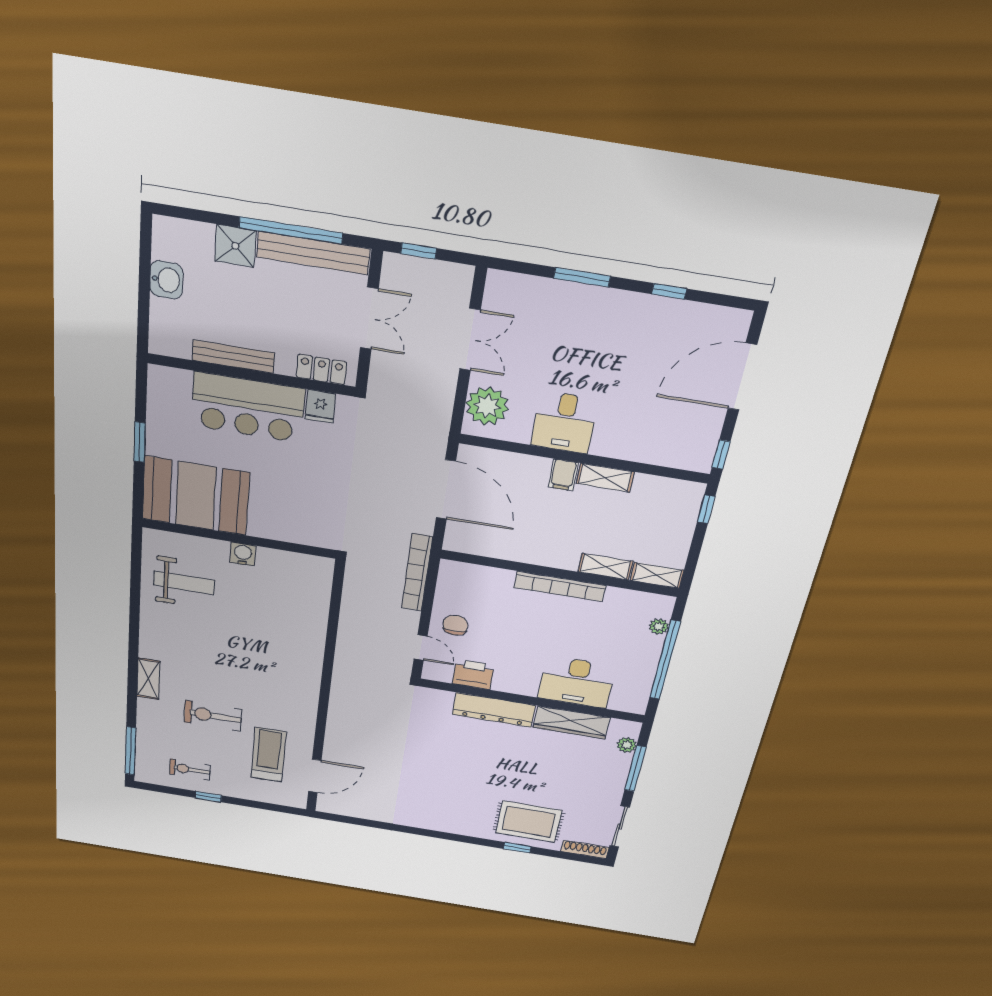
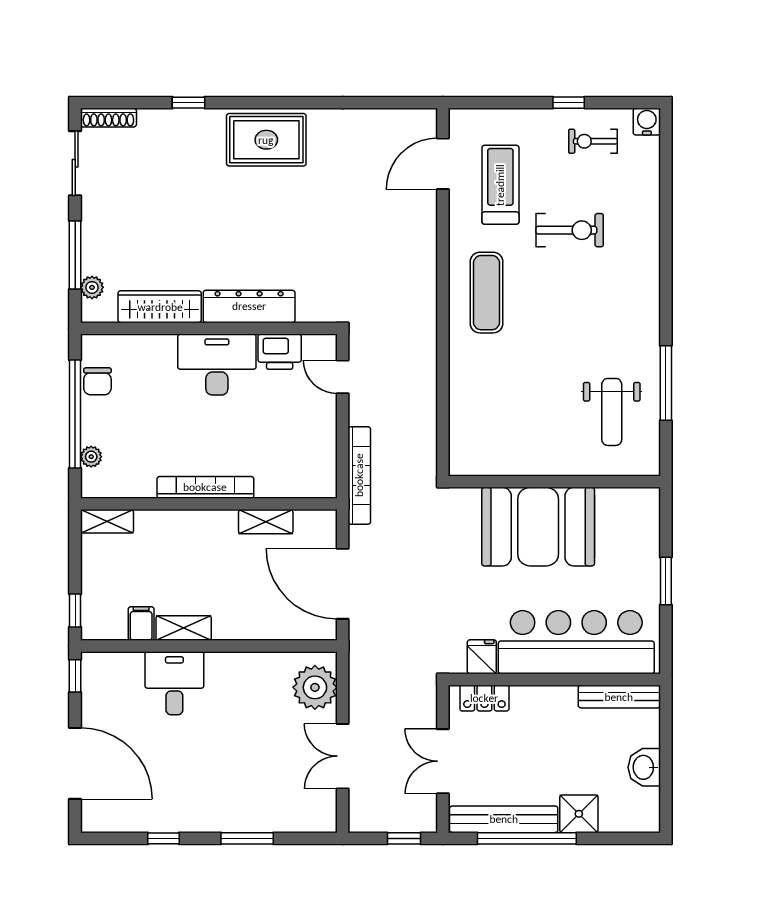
bench: (233, 357) -> (619, 697), moved
door: (742, 377) -> (75, 763), hinge flipped
bar counter: (248, 407) -> (576, 642), width x1.36
desk: (564, 422) -> (174, 683), moved
filing cabinet: (563, 475) -> (141, 623), moved
booth: (196, 496) -> (538, 527), moved
water cooler: (243, 554) -> (647, 122), moved, turned 180
shelving: (605, 567) -> (266, 522), moved
weight bench: (184, 583) -> (612, 412), turned -90
chair: (455, 625) -> (97, 381), moved
shelving: (148, 679) -> (648, 269), removed
desk: (577, 682) -> (217, 365), moved
exercise mat: (287, 686) -> (486, 293), added
window: (130, 751) -> (666, 383), moved
treadmill: (269, 755) -> (500, 185), turned 180
exercise bike: (190, 770) -> (593, 141), turned 180
rug: (529, 822) -> (266, 140), moved

